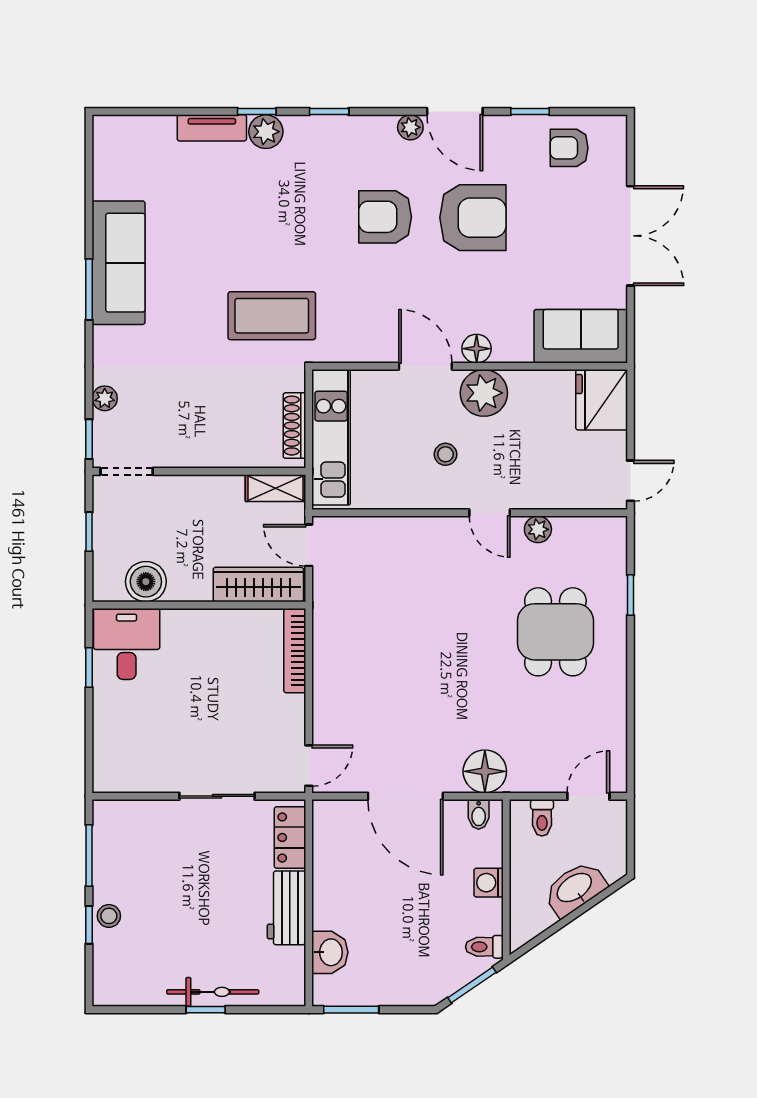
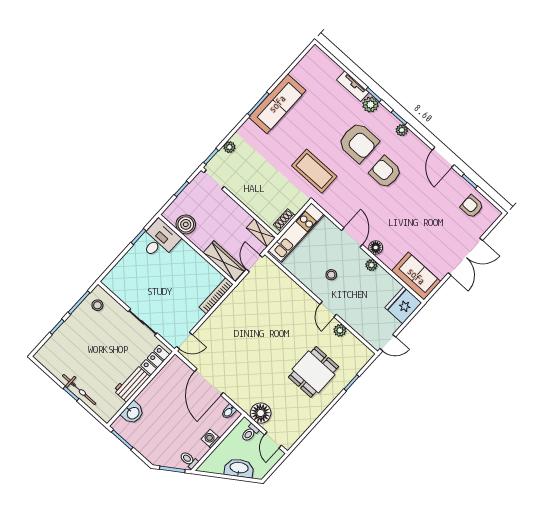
plant: (410, 127) -> (402, 130), moved
armchair: (473, 218) -> (358, 142), moved
plant: (484, 393) -> (371, 265), width x0.53, depth x0.53
shoe rack: (294, 426) -> (284, 220), width x0.70
floor lamp: (485, 771) -> (261, 413), moved
door: (588, 796) -> (273, 440), swing flipped
stool: (109, 916) -> (97, 305), moved

